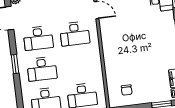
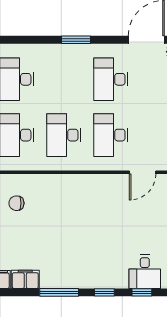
desk: (42, 69) -> (64, 135), moved

